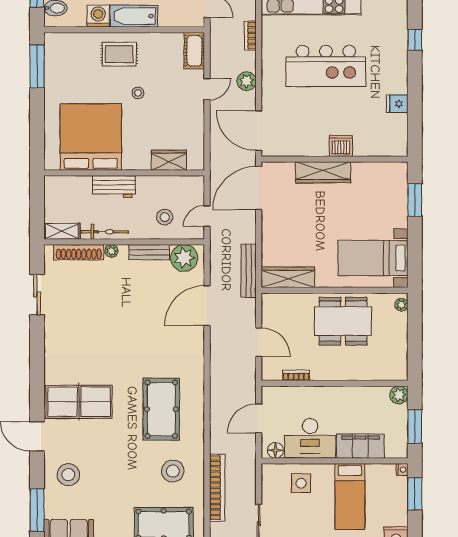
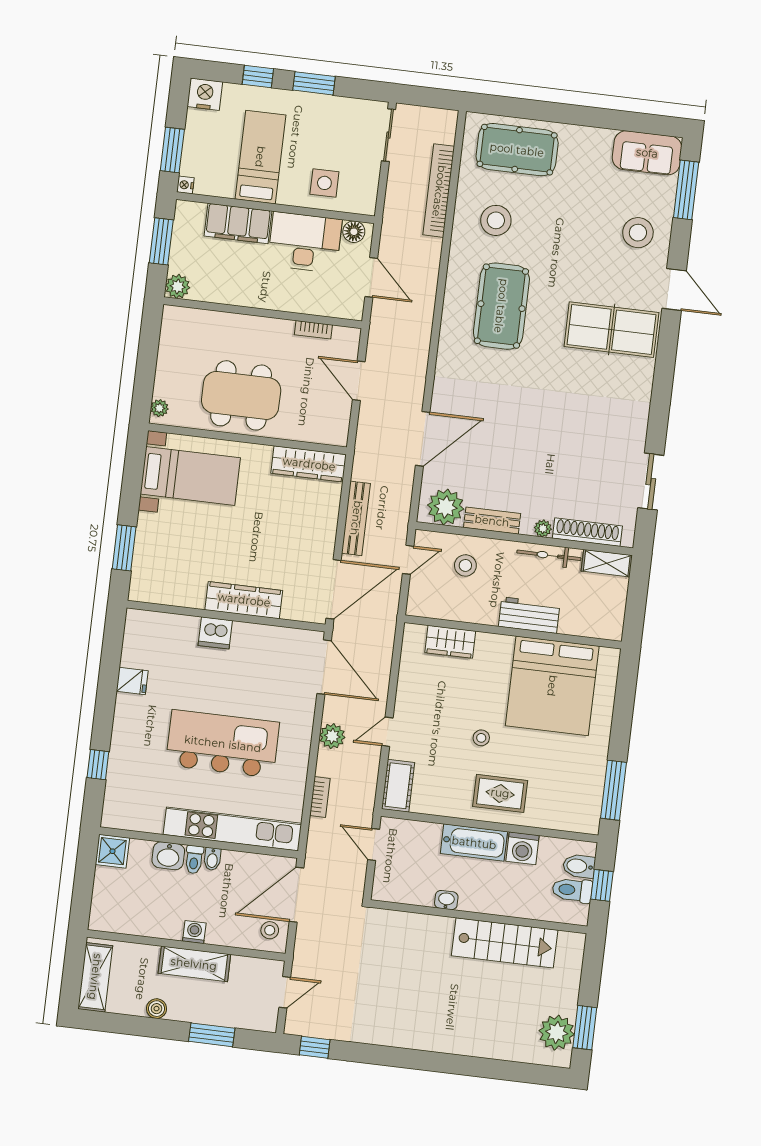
bench: (249, 271) -> (356, 518), moved
door: (259, 419) -> (371, 277), hinge flipped

